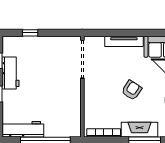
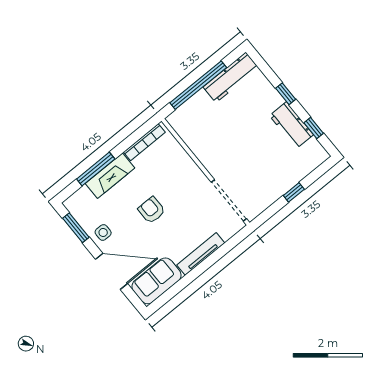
window: (30, 33) -> (294, 192), moved
armchair: (132, 90) -> (152, 210), turned 147

